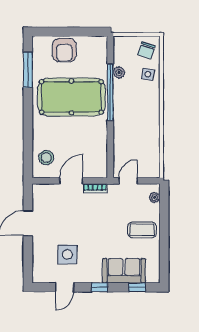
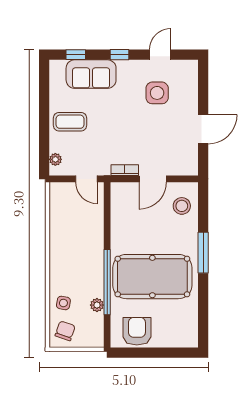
armchair: (64, 50) -> (137, 331), moved
window: (28, 70) -> (203, 253), moved
door: (128, 181) -> (86, 179), hinge flipped

